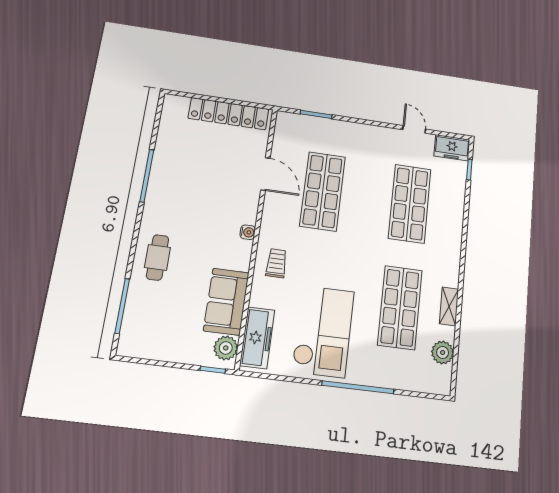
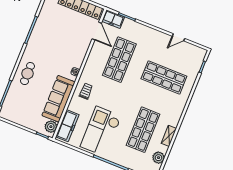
door: (414, 129) -> (178, 37), swing flipped
freezer: (452, 148) -> (113, 19), moved
door: (265, 174) -> (97, 31), moved
shop shelf: (410, 204) -> (164, 77), turned 90
sofa: (226, 302) -> (58, 99), width x1.36
checkout: (323, 331) -> (101, 131), turned 180

